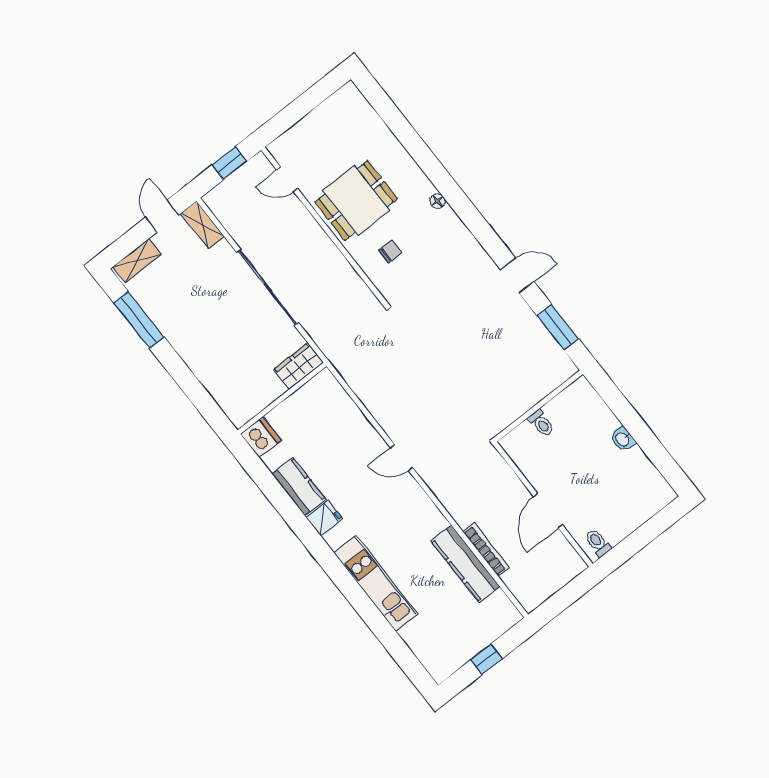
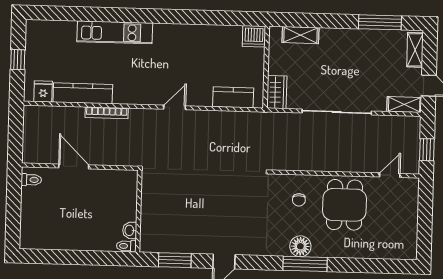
window: (450, 190) -> (305, 264), added
floor lamp: (437, 201) -> (300, 246), width x1.89, depth x1.89
shelving: (220, 390) -> (301, 35), added
toilet: (541, 423) -> (126, 246), moved
washbasin: (623, 439) -> (130, 230), moved, turned -90
kitchen counter: (299, 487) -> (233, 97), moved, turned 180
fridge: (324, 518) -> (43, 91), moved, turned 180
bookcase: (486, 550) -> (107, 113), moved

